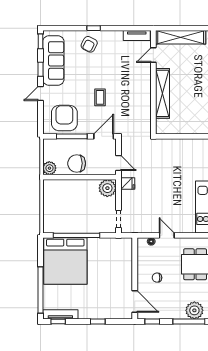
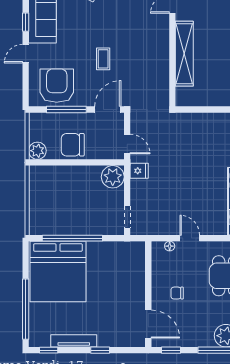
tv unit: (60, 314) -> (74, 341), moved

